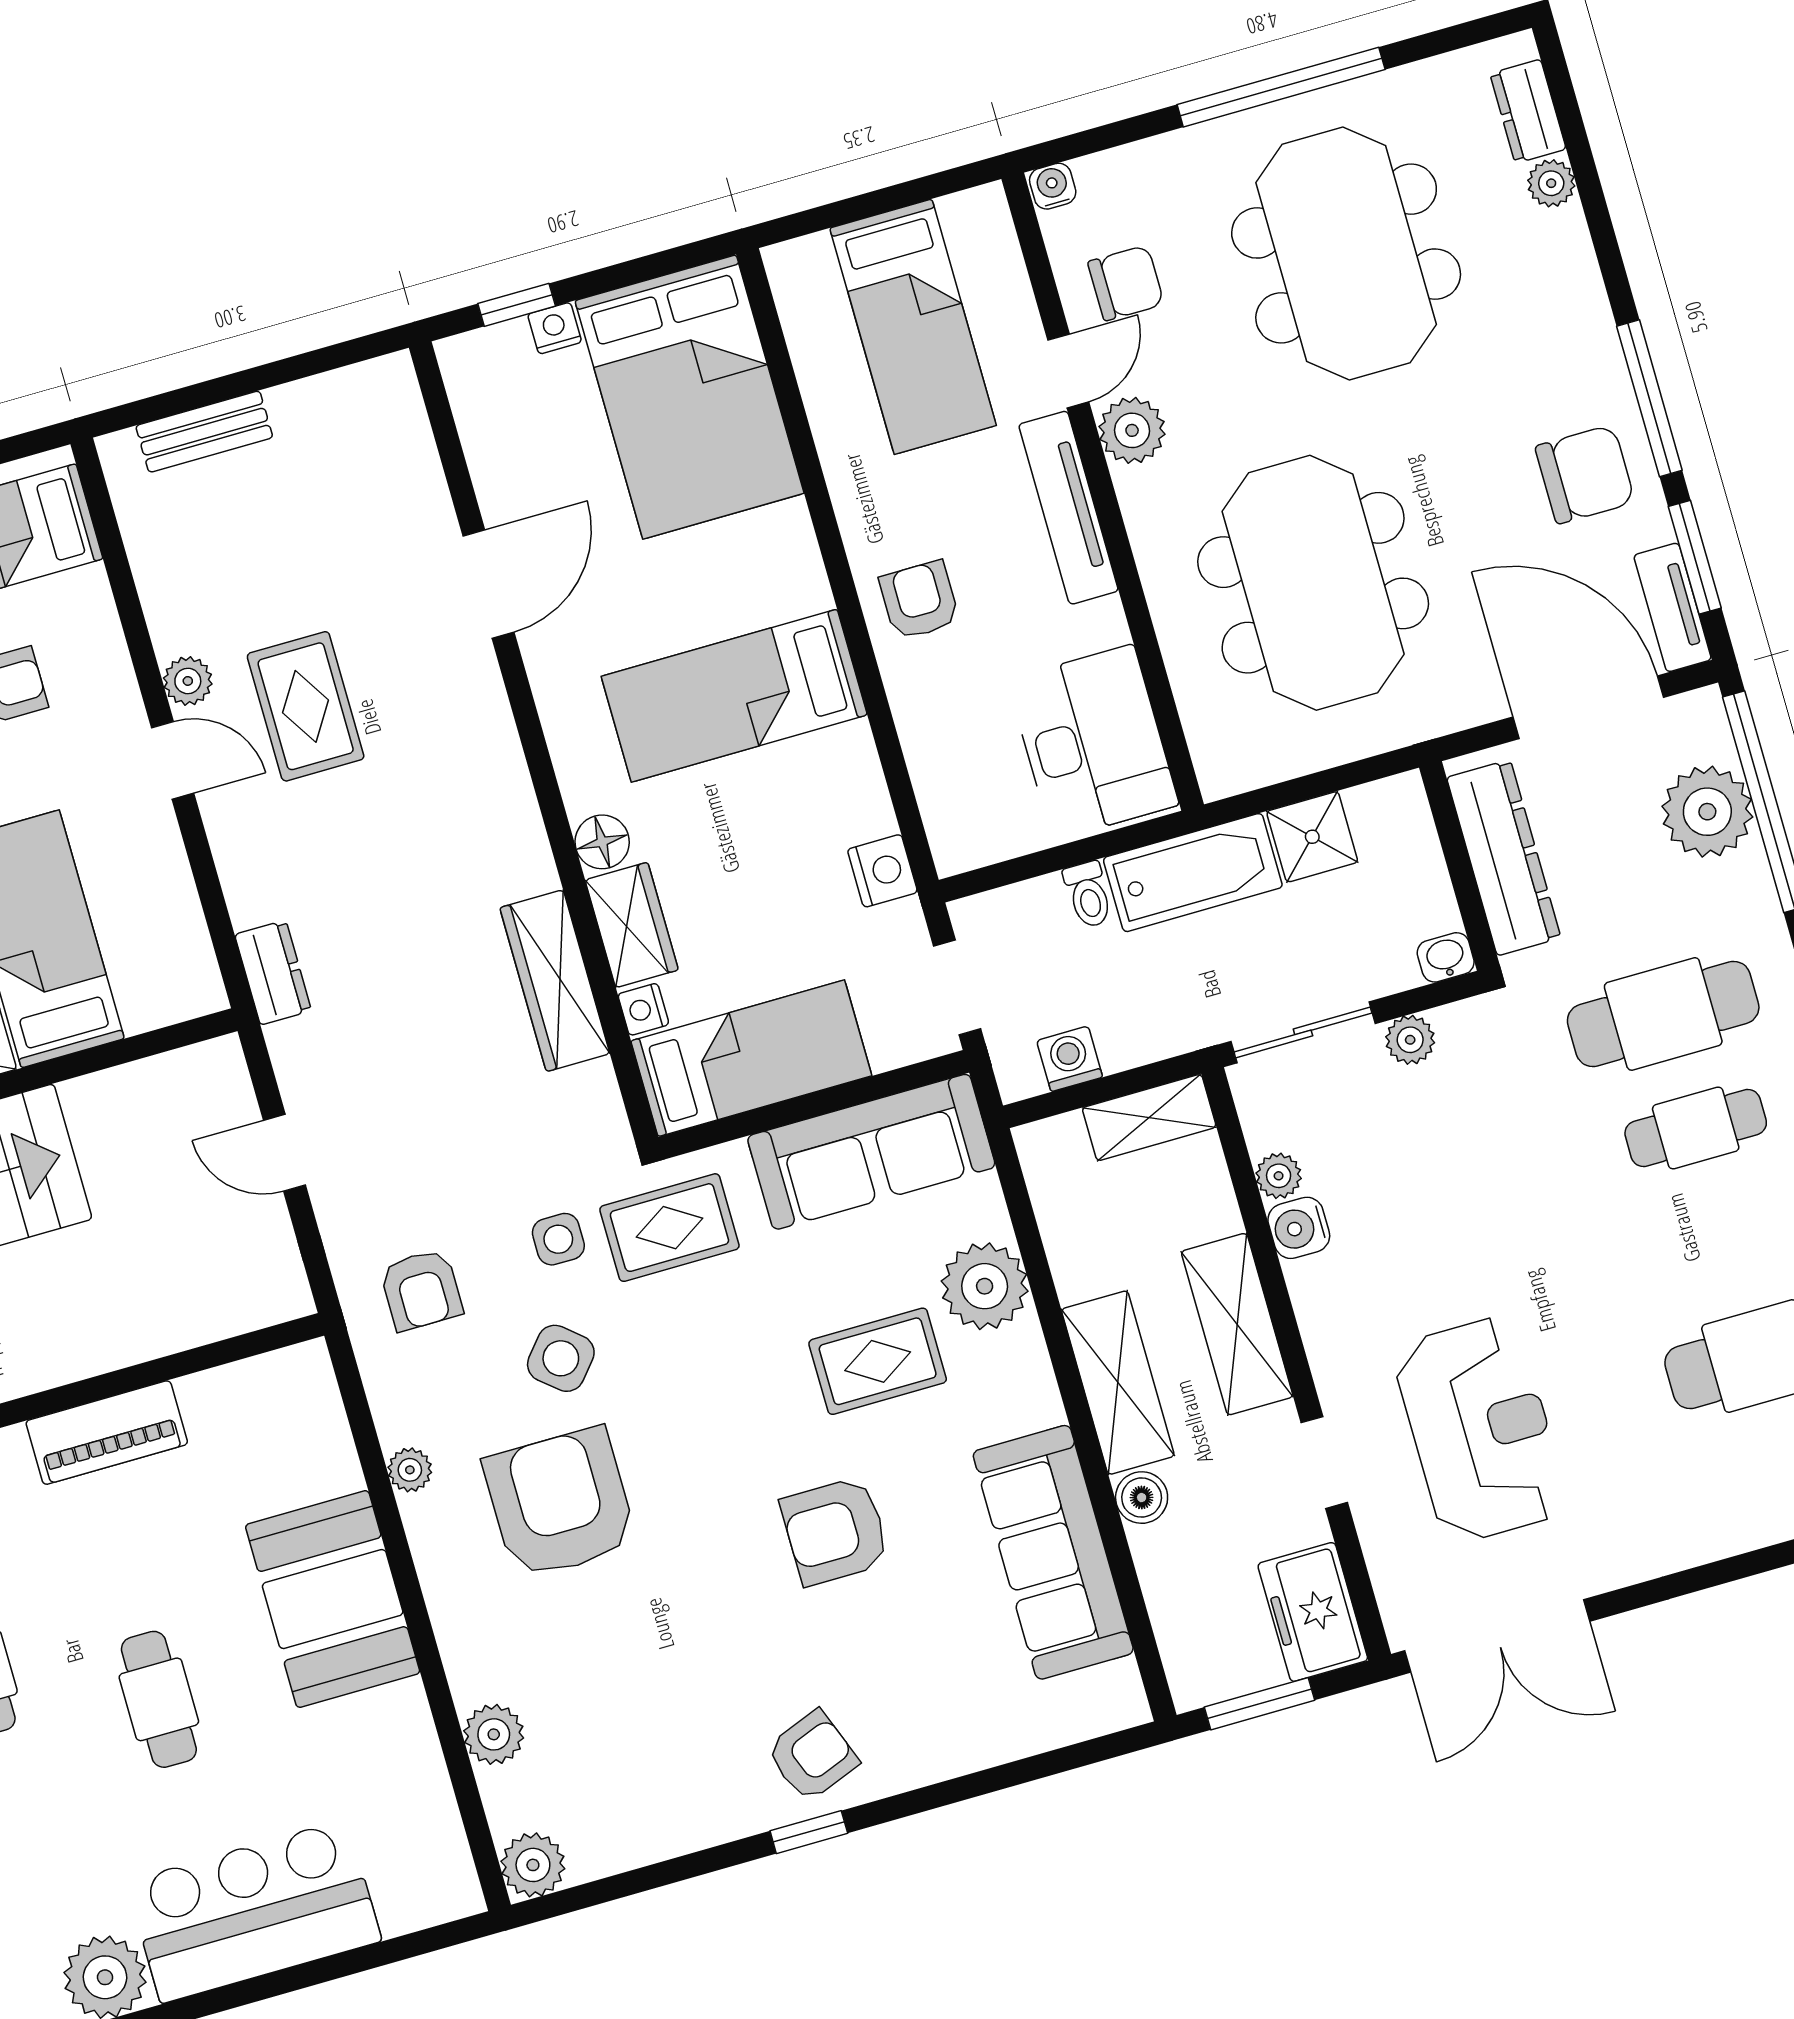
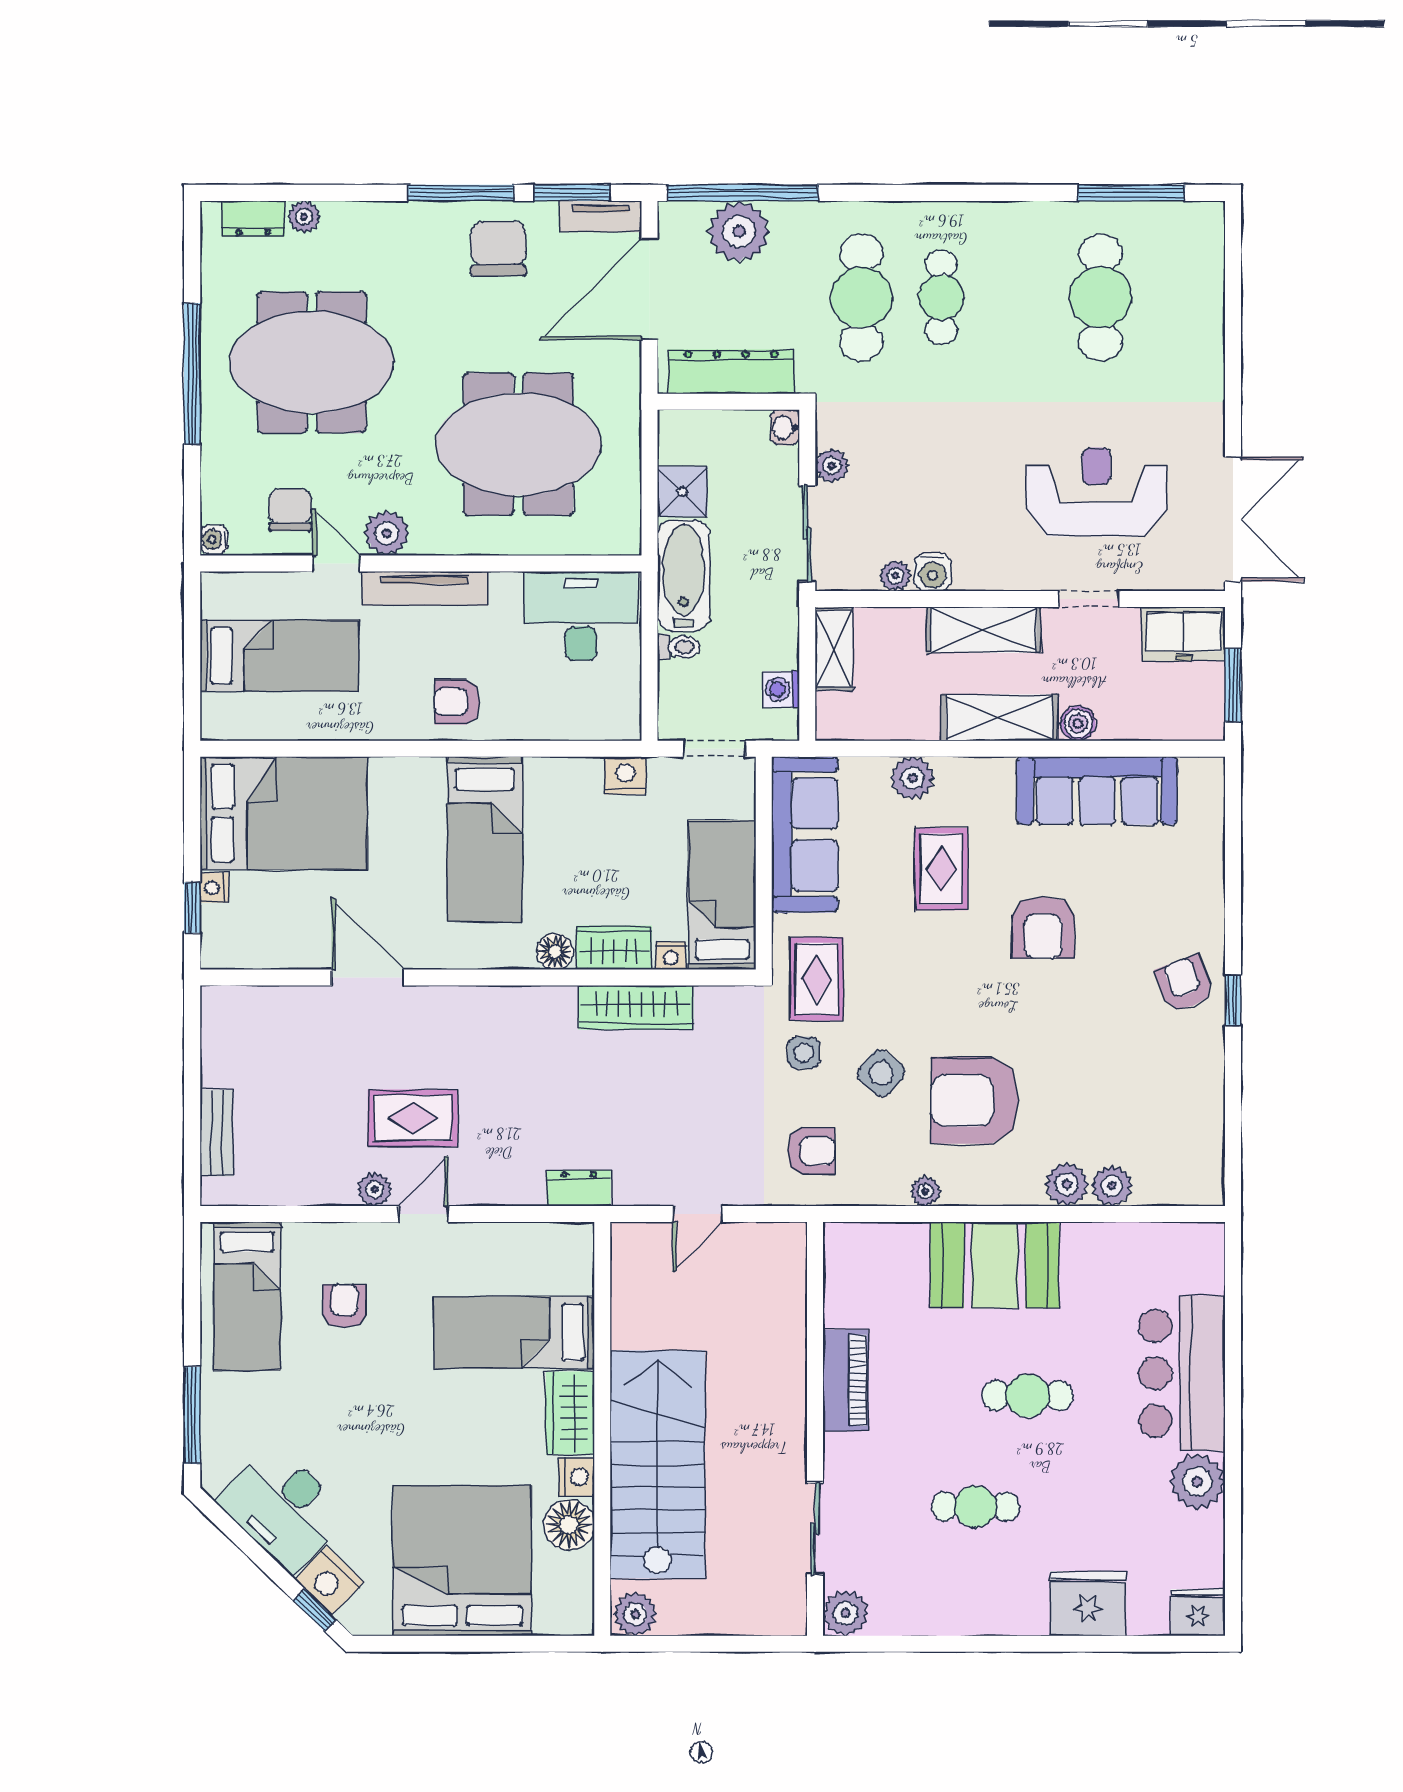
plant: (985, 1286) -> (913, 778), width x0.73, depth x0.73
plant: (533, 1865) -> (1067, 1184), moved

